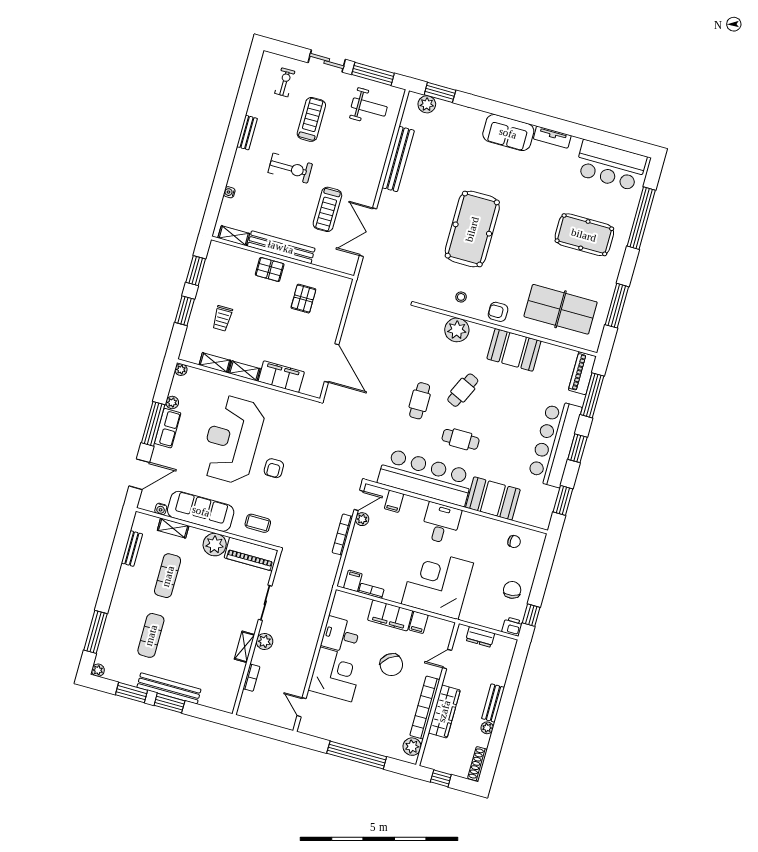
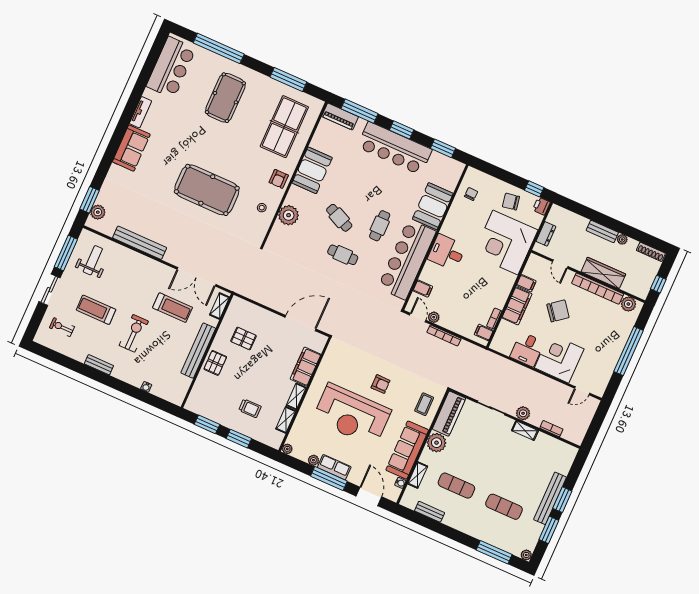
shelving: (234, 236) -> (220, 306), moved
corner desk: (437, 583) -> (505, 242), moved

